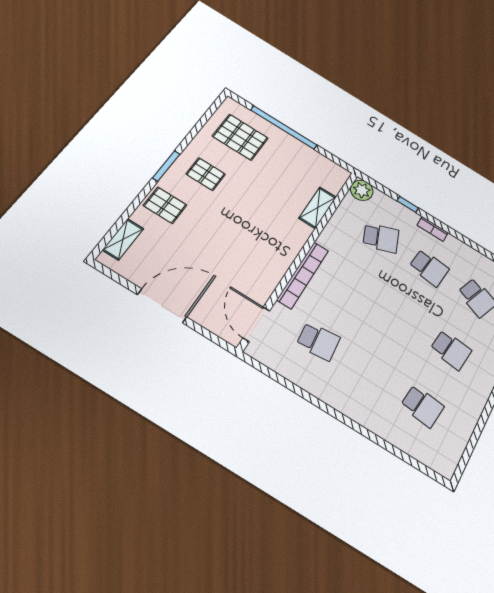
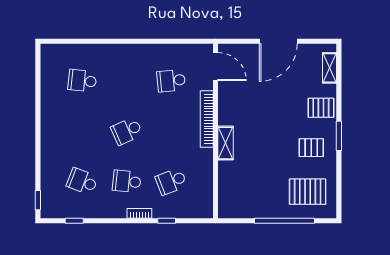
plant: (362, 190) -> (204, 209), removed
shelving: (318, 208) -> (226, 143), moved
school desk: (451, 350) -> (127, 131), moved, turned -30

